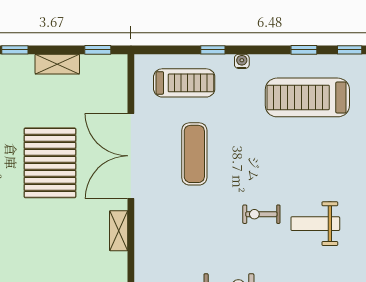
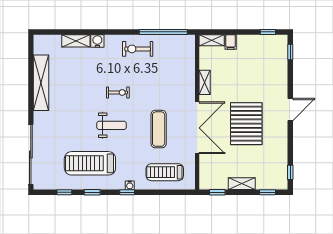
window: (213, 50) -> (127, 192), moved
treadmill: (307, 97) -> (90, 163), turned 180
weight bench: (315, 224) -> (112, 125), moved

